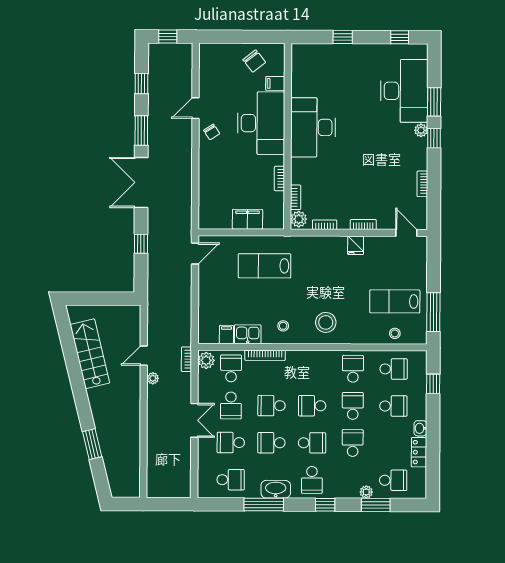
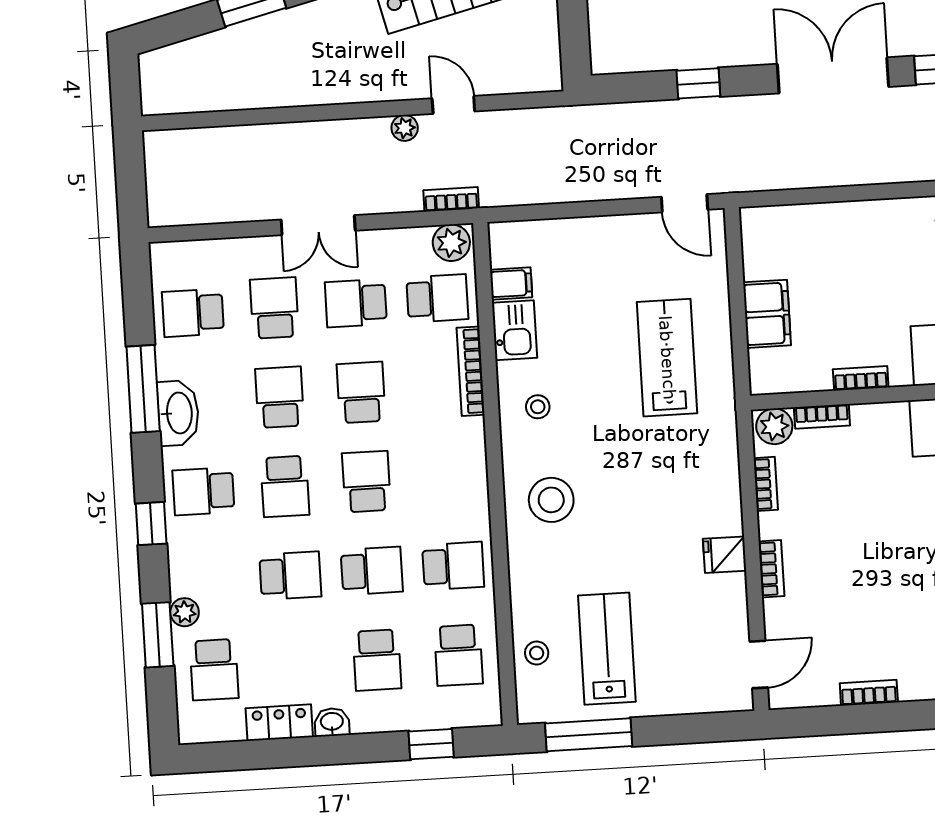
school desk: (231, 480) -> (193, 313), turned 90

